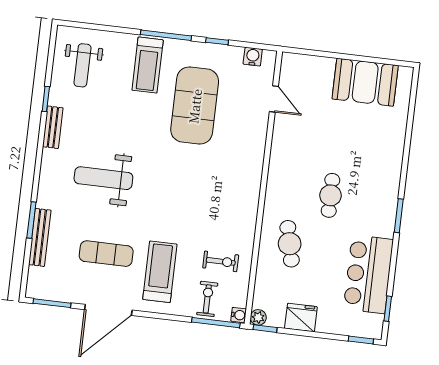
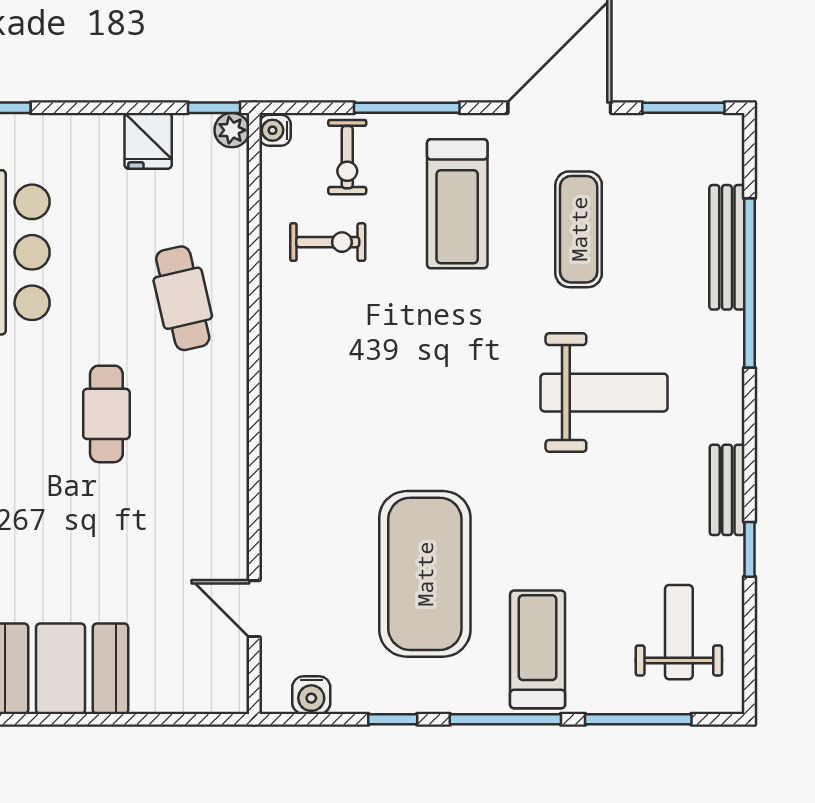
window: (106, 28) -> (638, 719), added
window: (31, 220) -> (750, 283), width x2.11
exercise mat: (106, 254) -> (579, 229), turned 90
exercise bike: (221, 261) -> (328, 242), turned 180
fridge: (301, 318) -> (148, 141), width x0.72
window: (216, 323) -> (407, 108), moved

